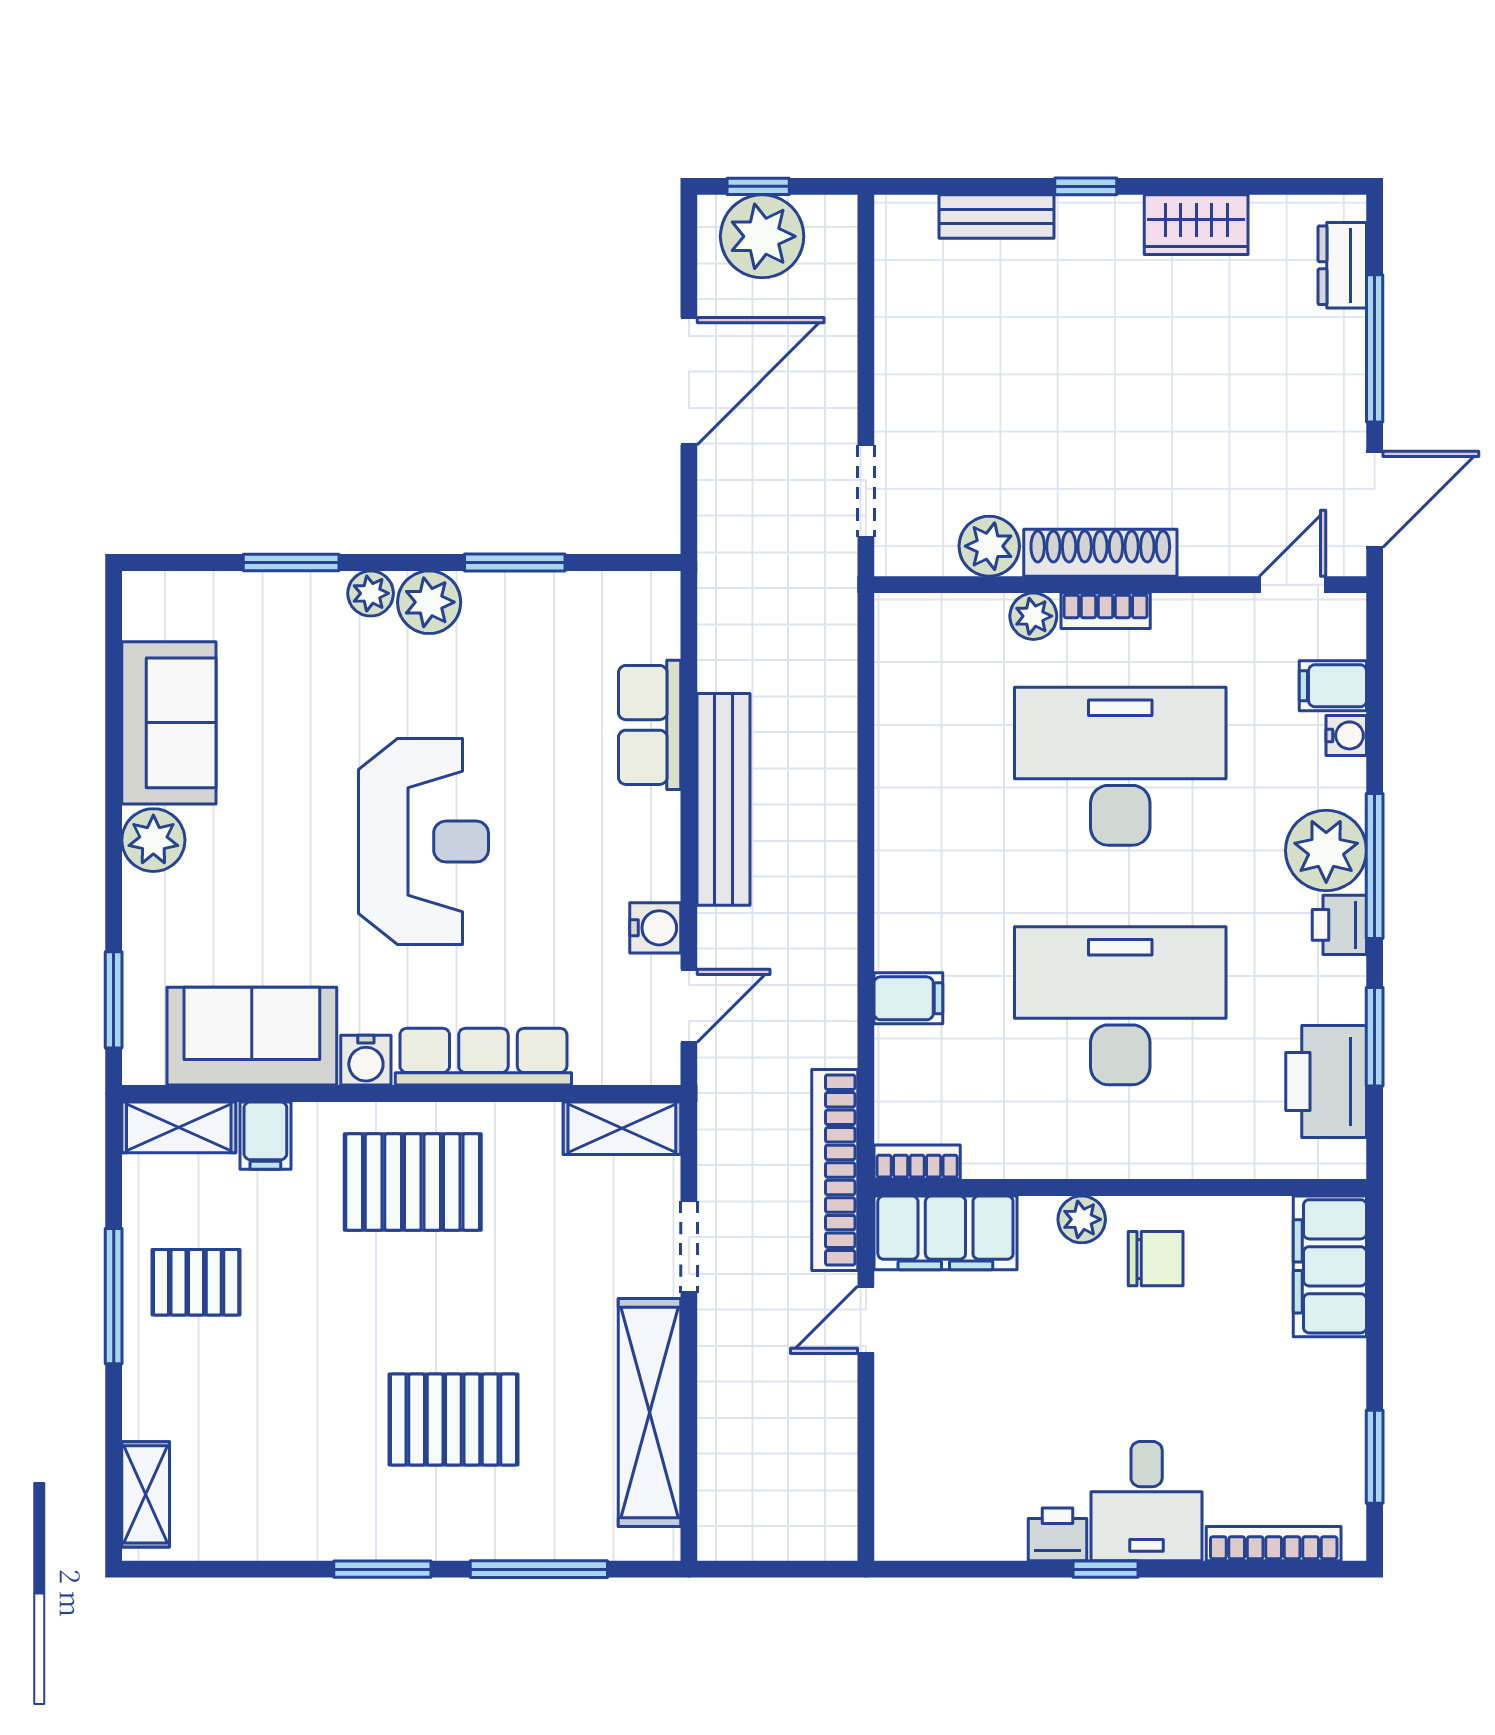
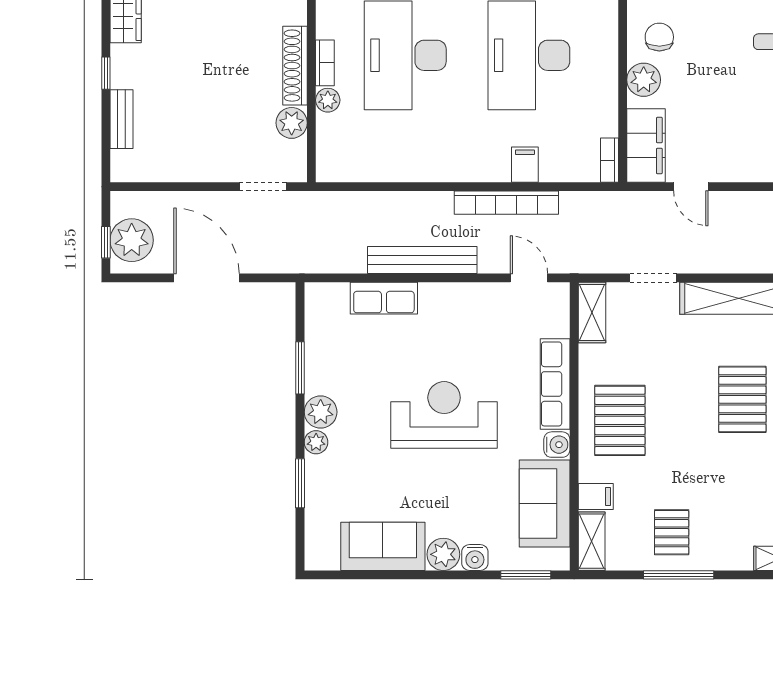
water cooler: (655, 928) -> (475, 558), moved, turned 180
bookcase: (835, 1170) -> (506, 203), moved
plant: (1082, 1219) -> (644, 80), width x1.38, depth x1.38

